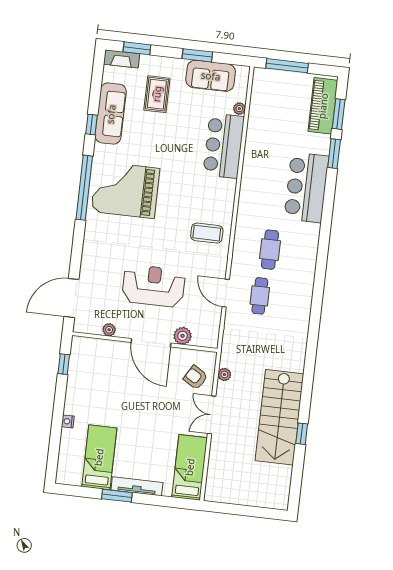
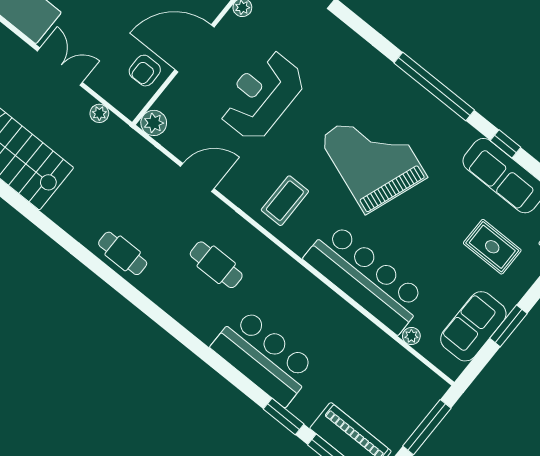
bar counter: (224, 146) -> (365, 278), width x1.36
grand piano: (125, 190) -> (373, 157), moved, turned -70
reception desk: (154, 286) -> (262, 95), turned 180
cafe table: (260, 296) -> (123, 253), moved
plant: (183, 336) -> (154, 123), moved
armchair: (196, 377) -> (145, 71), moved, turned 149

